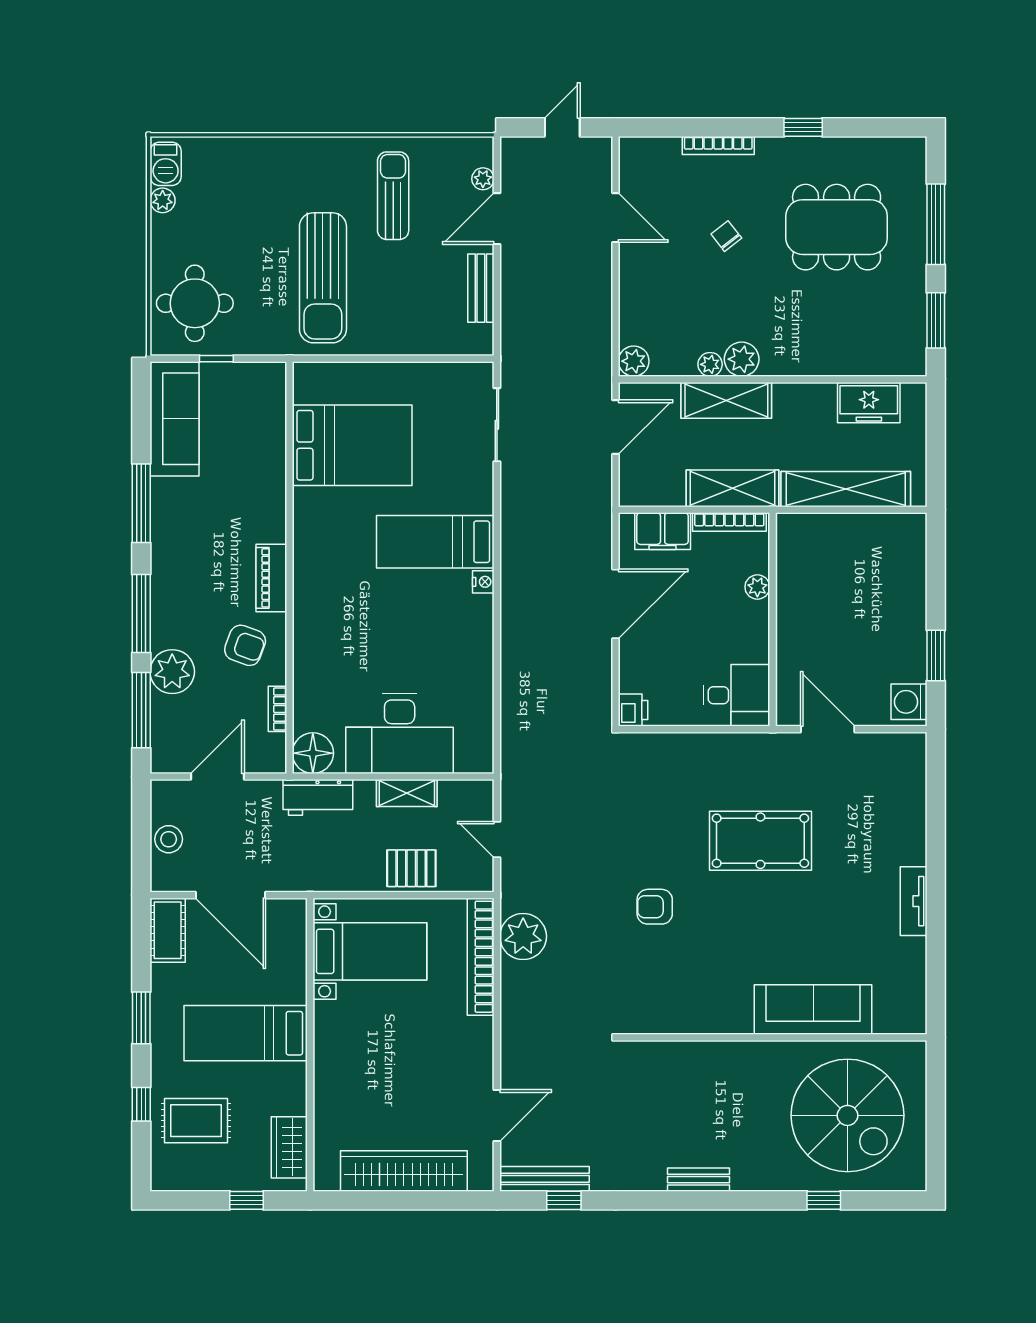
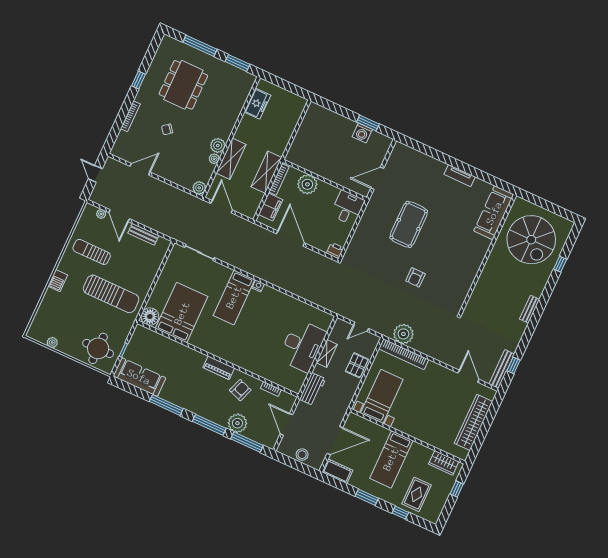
barbecue: (166, 164) -> (58, 281), moved, turned 90
shelving: (846, 489) -> (287, 128), removed
plant: (757, 587) -> (307, 184), width x1.88, depth x1.88
washing machine: (909, 702) -> (362, 133), moved
floor lamp: (313, 753) -> (150, 317), moved
sofa: (813, 1009) -> (494, 213), moved
spiral stairs: (847, 1115) -> (531, 240), turned 90

